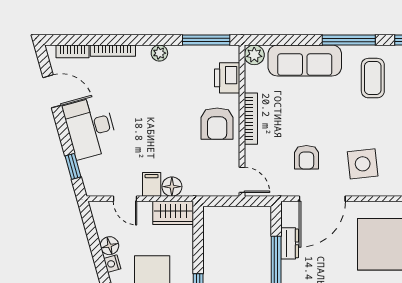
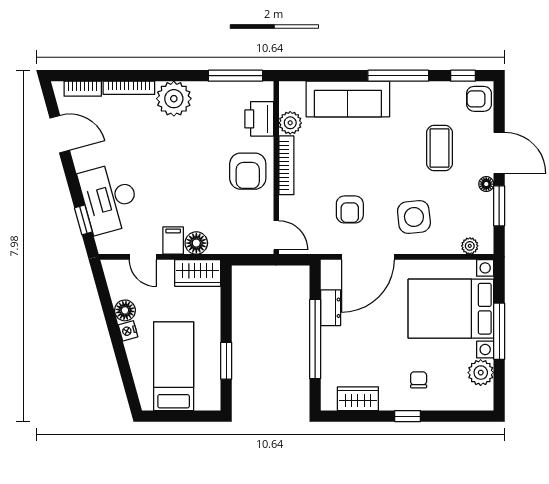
plant: (159, 53) -> (174, 99), width x1.87, depth x1.87
plant: (254, 55) -> (290, 123), moved
coffee table: (373, 78) -> (440, 148), moved
desk: (90, 128) -> (109, 198), moved

